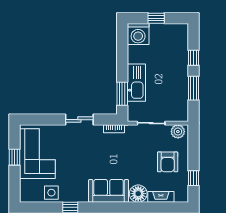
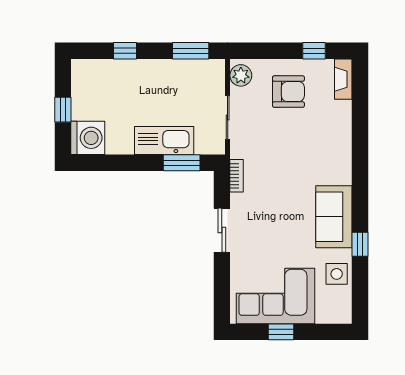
window: (194, 88) -> (191, 51), moved
sofa: (109, 191) -> (334, 217), moved
floor lamp: (138, 194) -> (338, 138), removed
fireplace: (161, 197) -> (343, 79), moved

